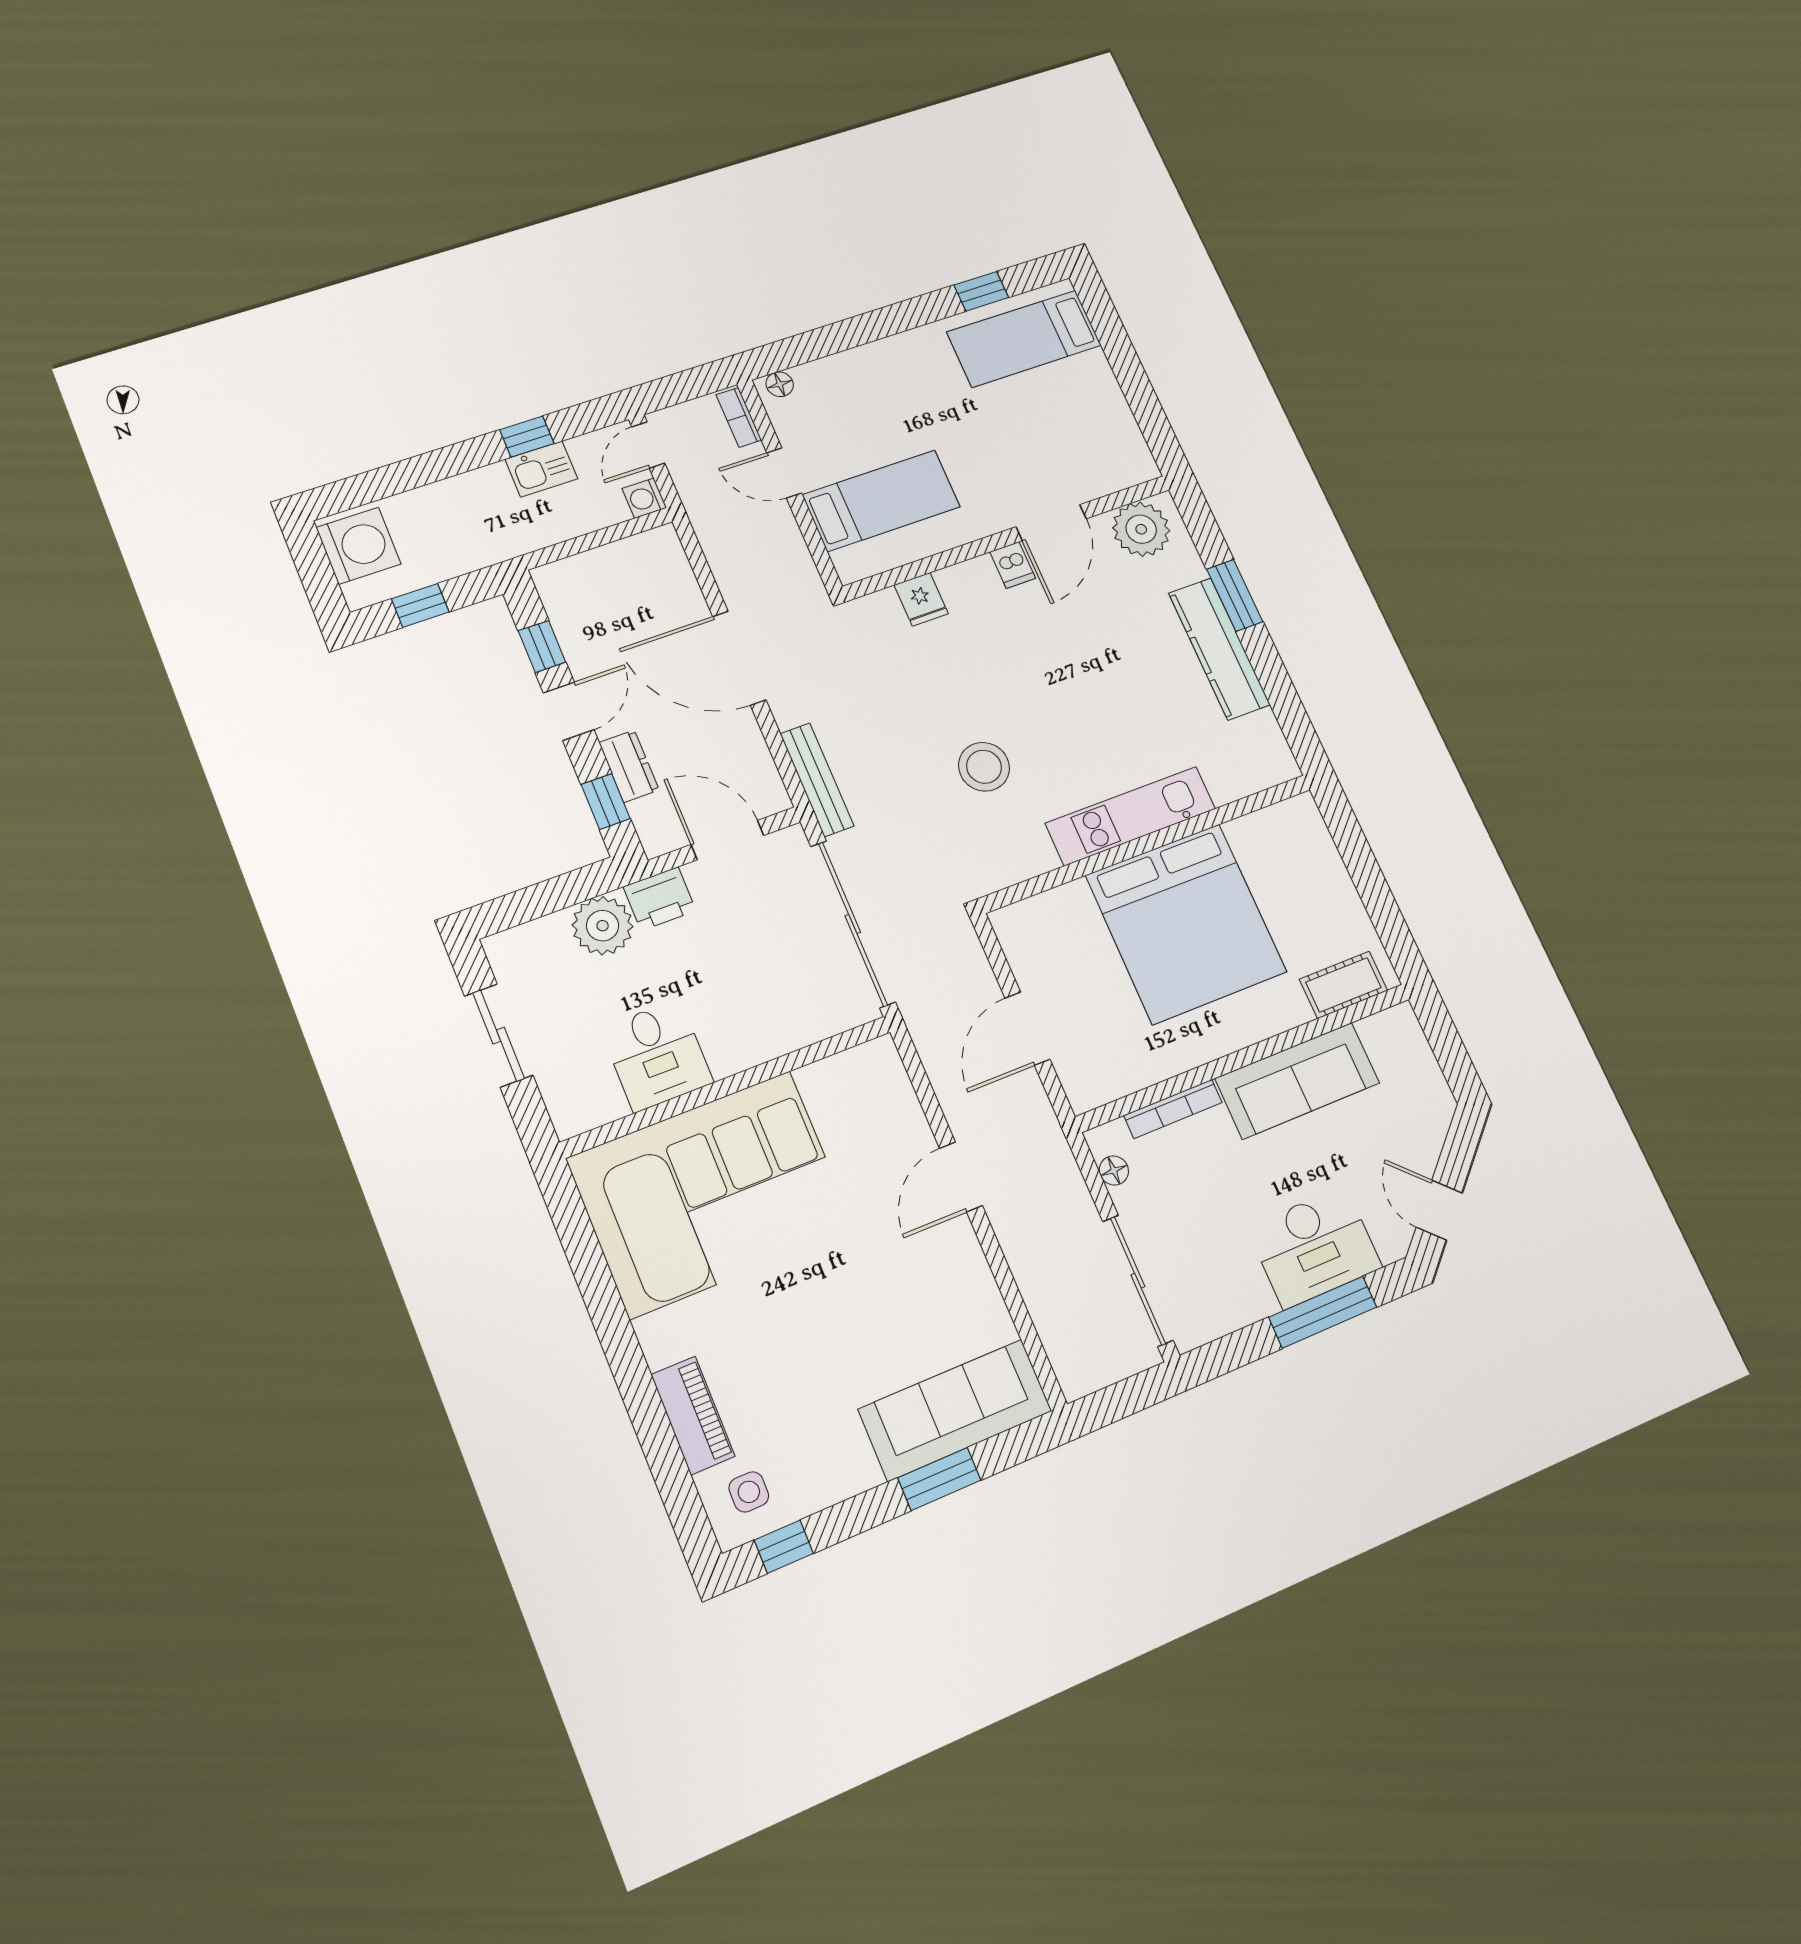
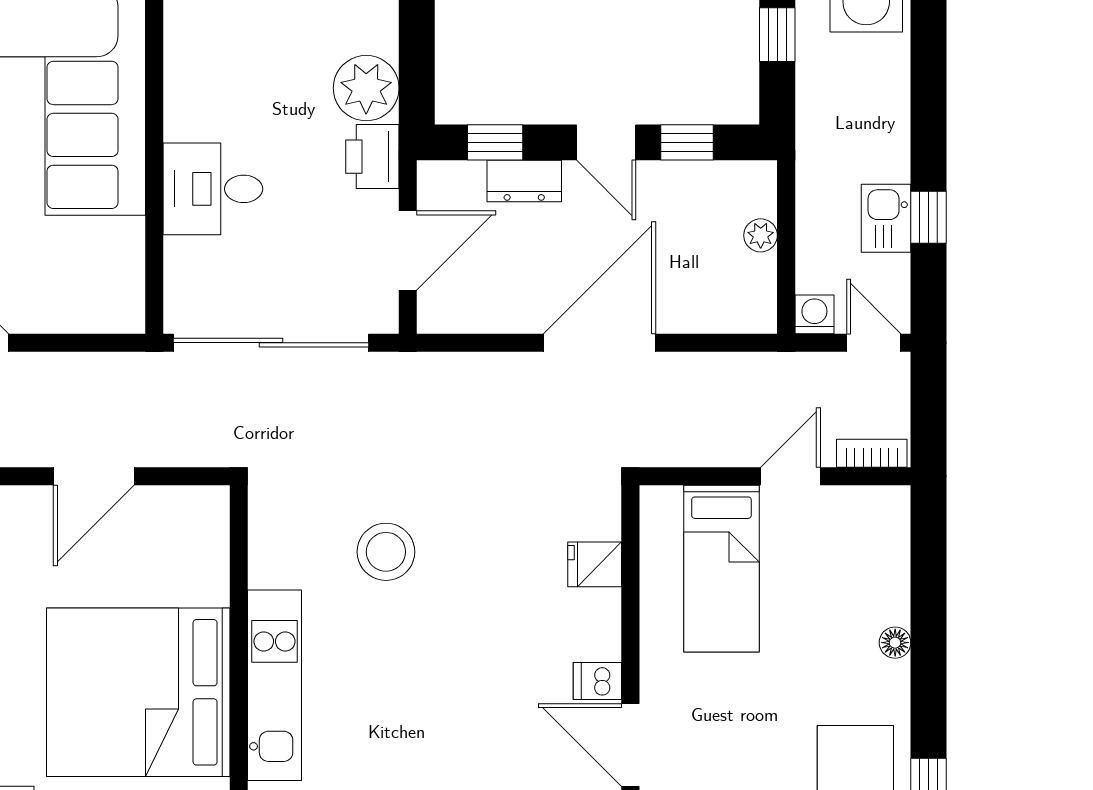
floor lamp: (780, 384) -> (895, 643), moved
plant: (596, 562) -> (761, 235), added
bench: (817, 780) -> (437, 370), removed
door: (1028, 1029) -> (94, 476), swing flipped
desk: (657, 1055) -> (213, 189), moved

